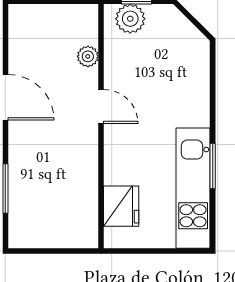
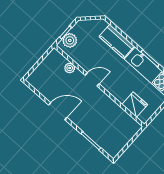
kitchen counter: (193, 92) -> (117, 41), added

